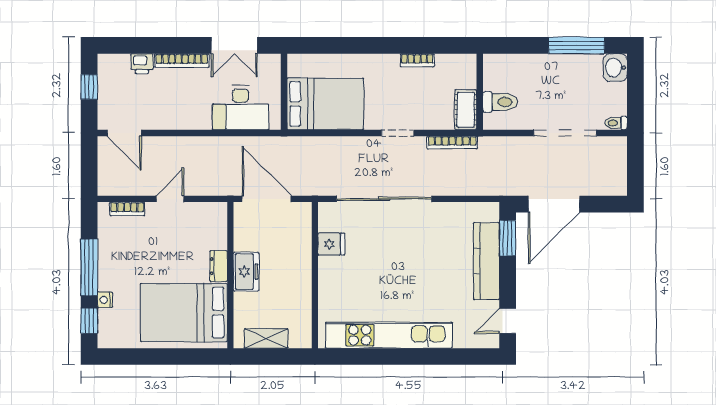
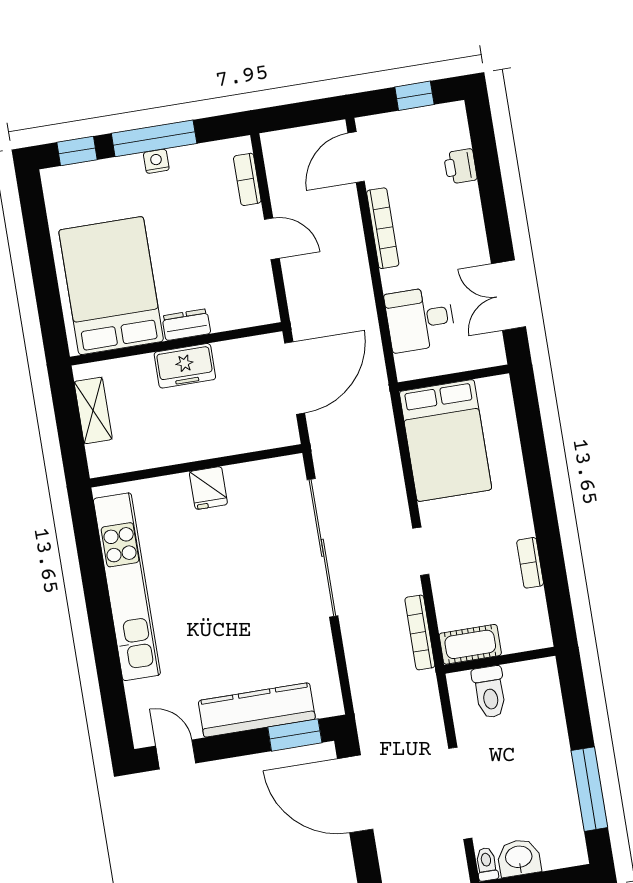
bookcase: (182, 61) -> (383, 228), moved, turned 180
washbasin: (615, 68) -> (519, 858), moved
desk: (241, 108) -> (420, 319), width x0.73
fridge: (331, 244) -> (208, 488), moved
nightstand: (105, 300) -> (156, 161), moved

